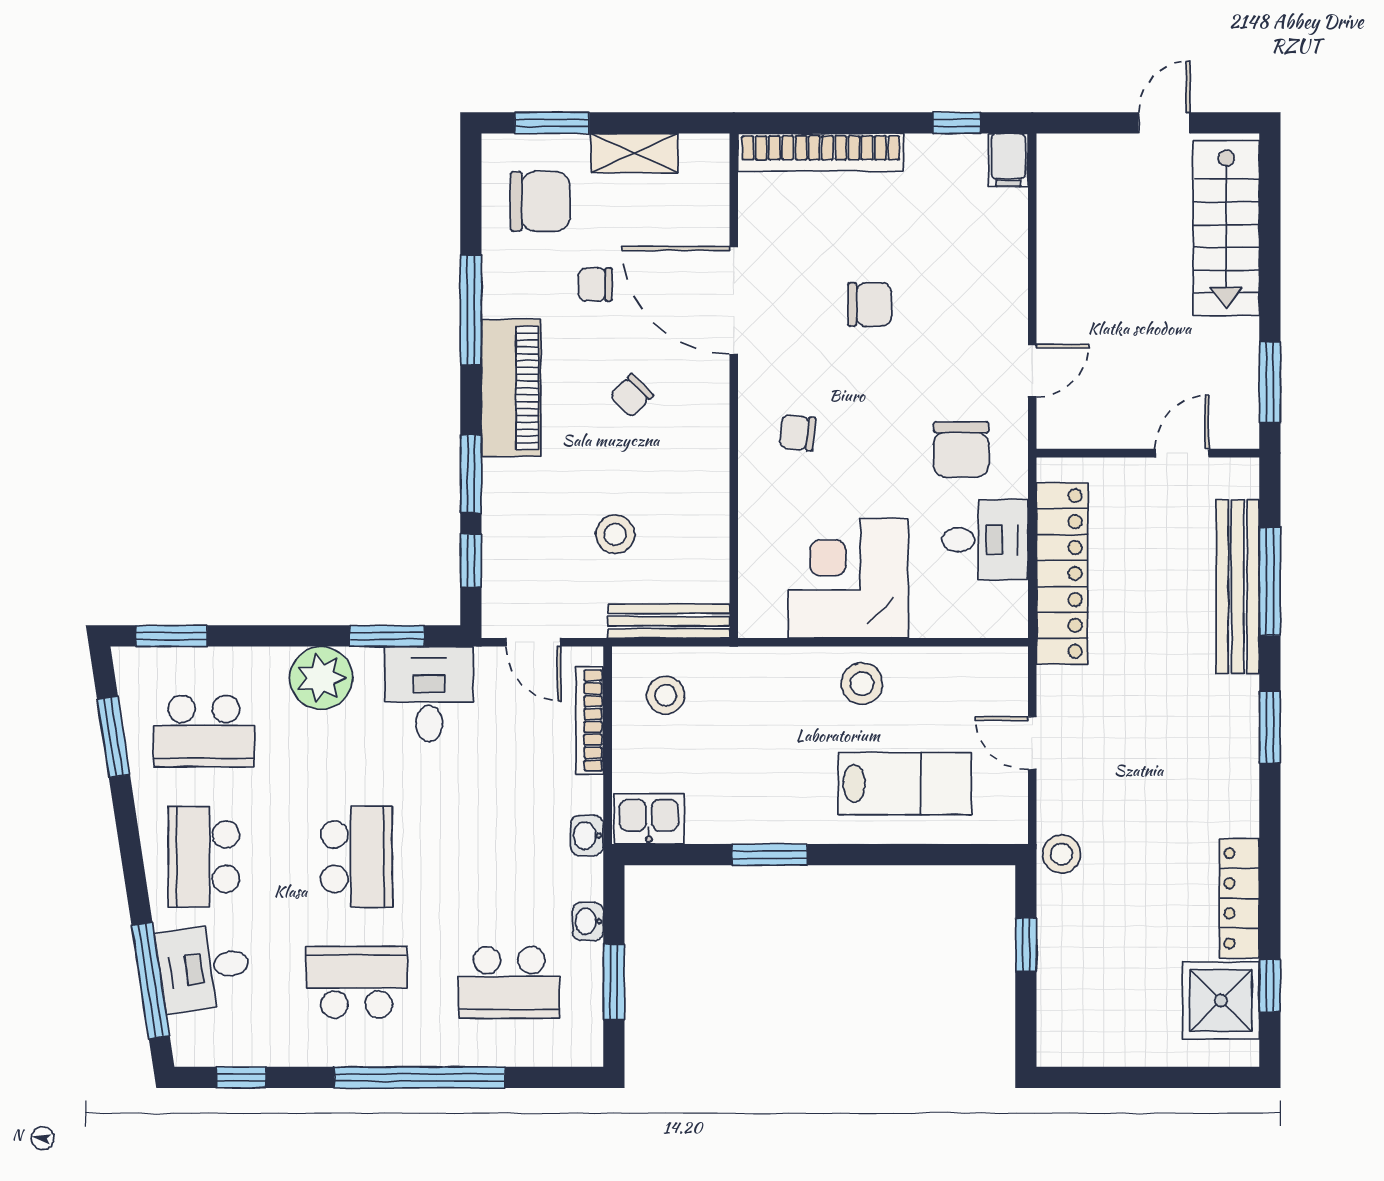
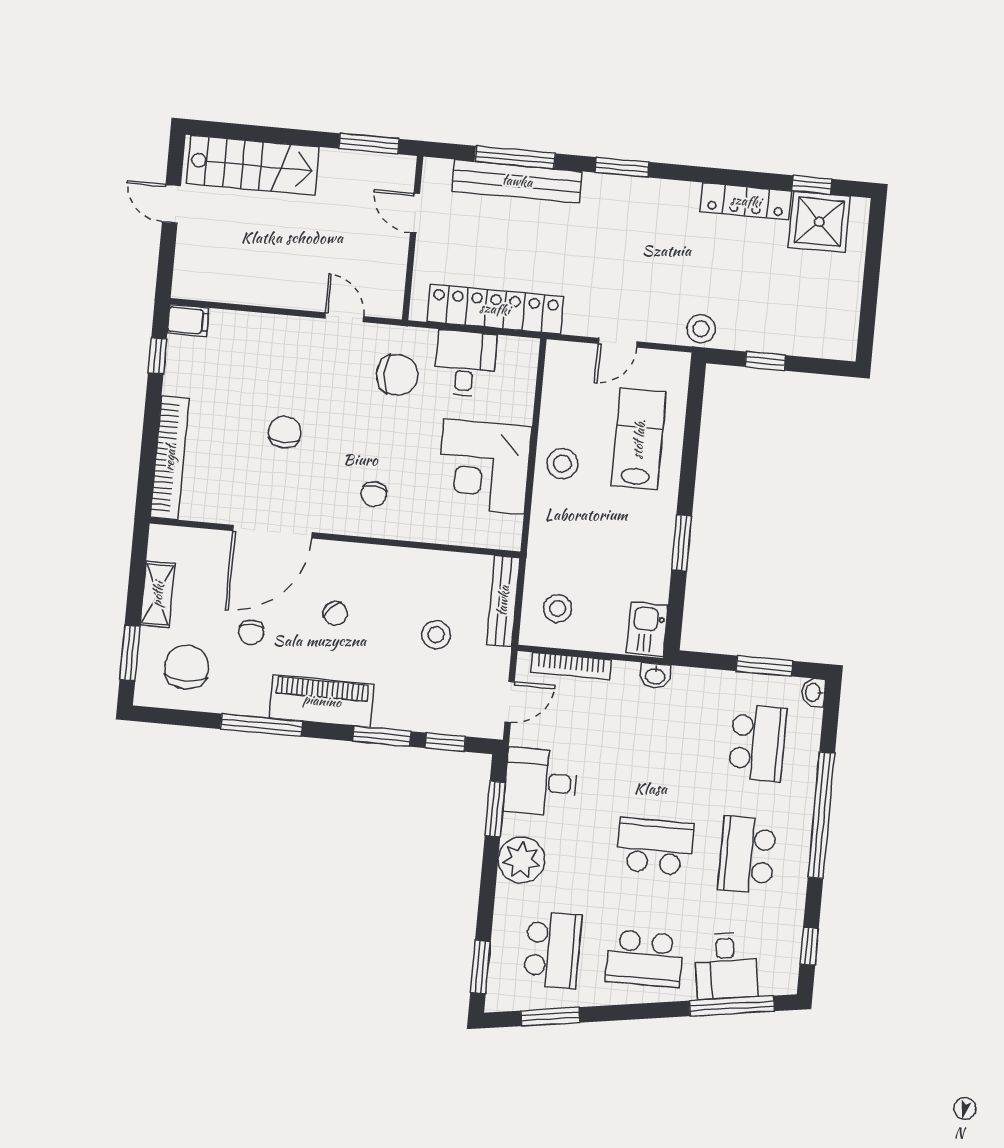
washbasin: (588, 921) -> (813, 692), moved, turned 90

